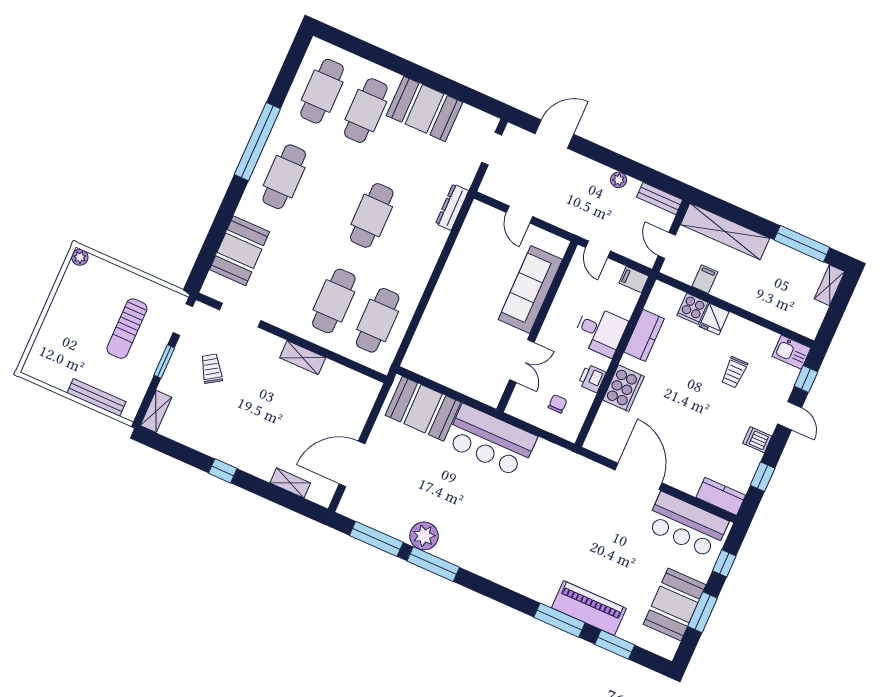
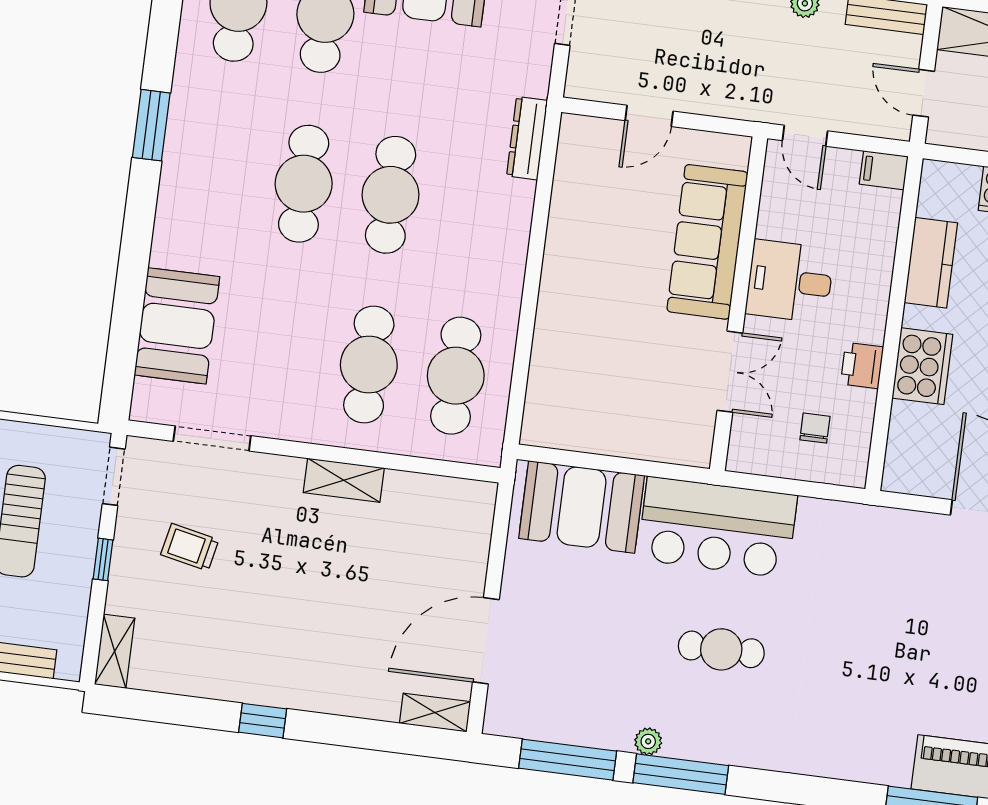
window: (257, 142) -> (151, 125), width x0.47
cafe table: (284, 177) -> (304, 184), moved
door: (519, 214) -> (649, 116), hinge flipped
desk: (600, 331) -> (790, 281), moved, turned 180
window: (164, 362) -> (103, 559), width x0.67
trolley: (212, 369) -> (190, 547), turned -45
shelving: (290, 483) -> (435, 713), moved
cafe table: (474, 505) -> (721, 649), added
plant: (424, 536) -> (648, 741), width x0.53, depth x0.53

